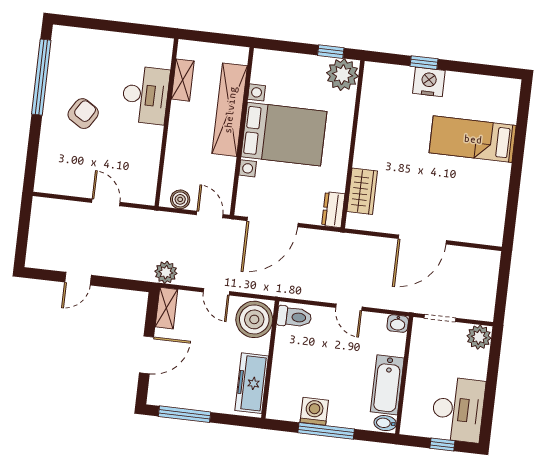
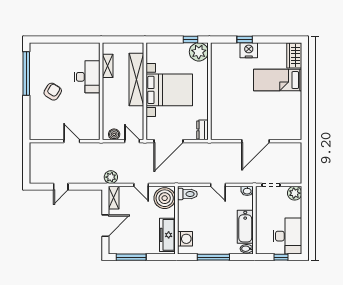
wardrobe: (362, 191) -> (294, 56), moved, turned 180
washing machine: (314, 411) -> (185, 239), moved, turned 90

